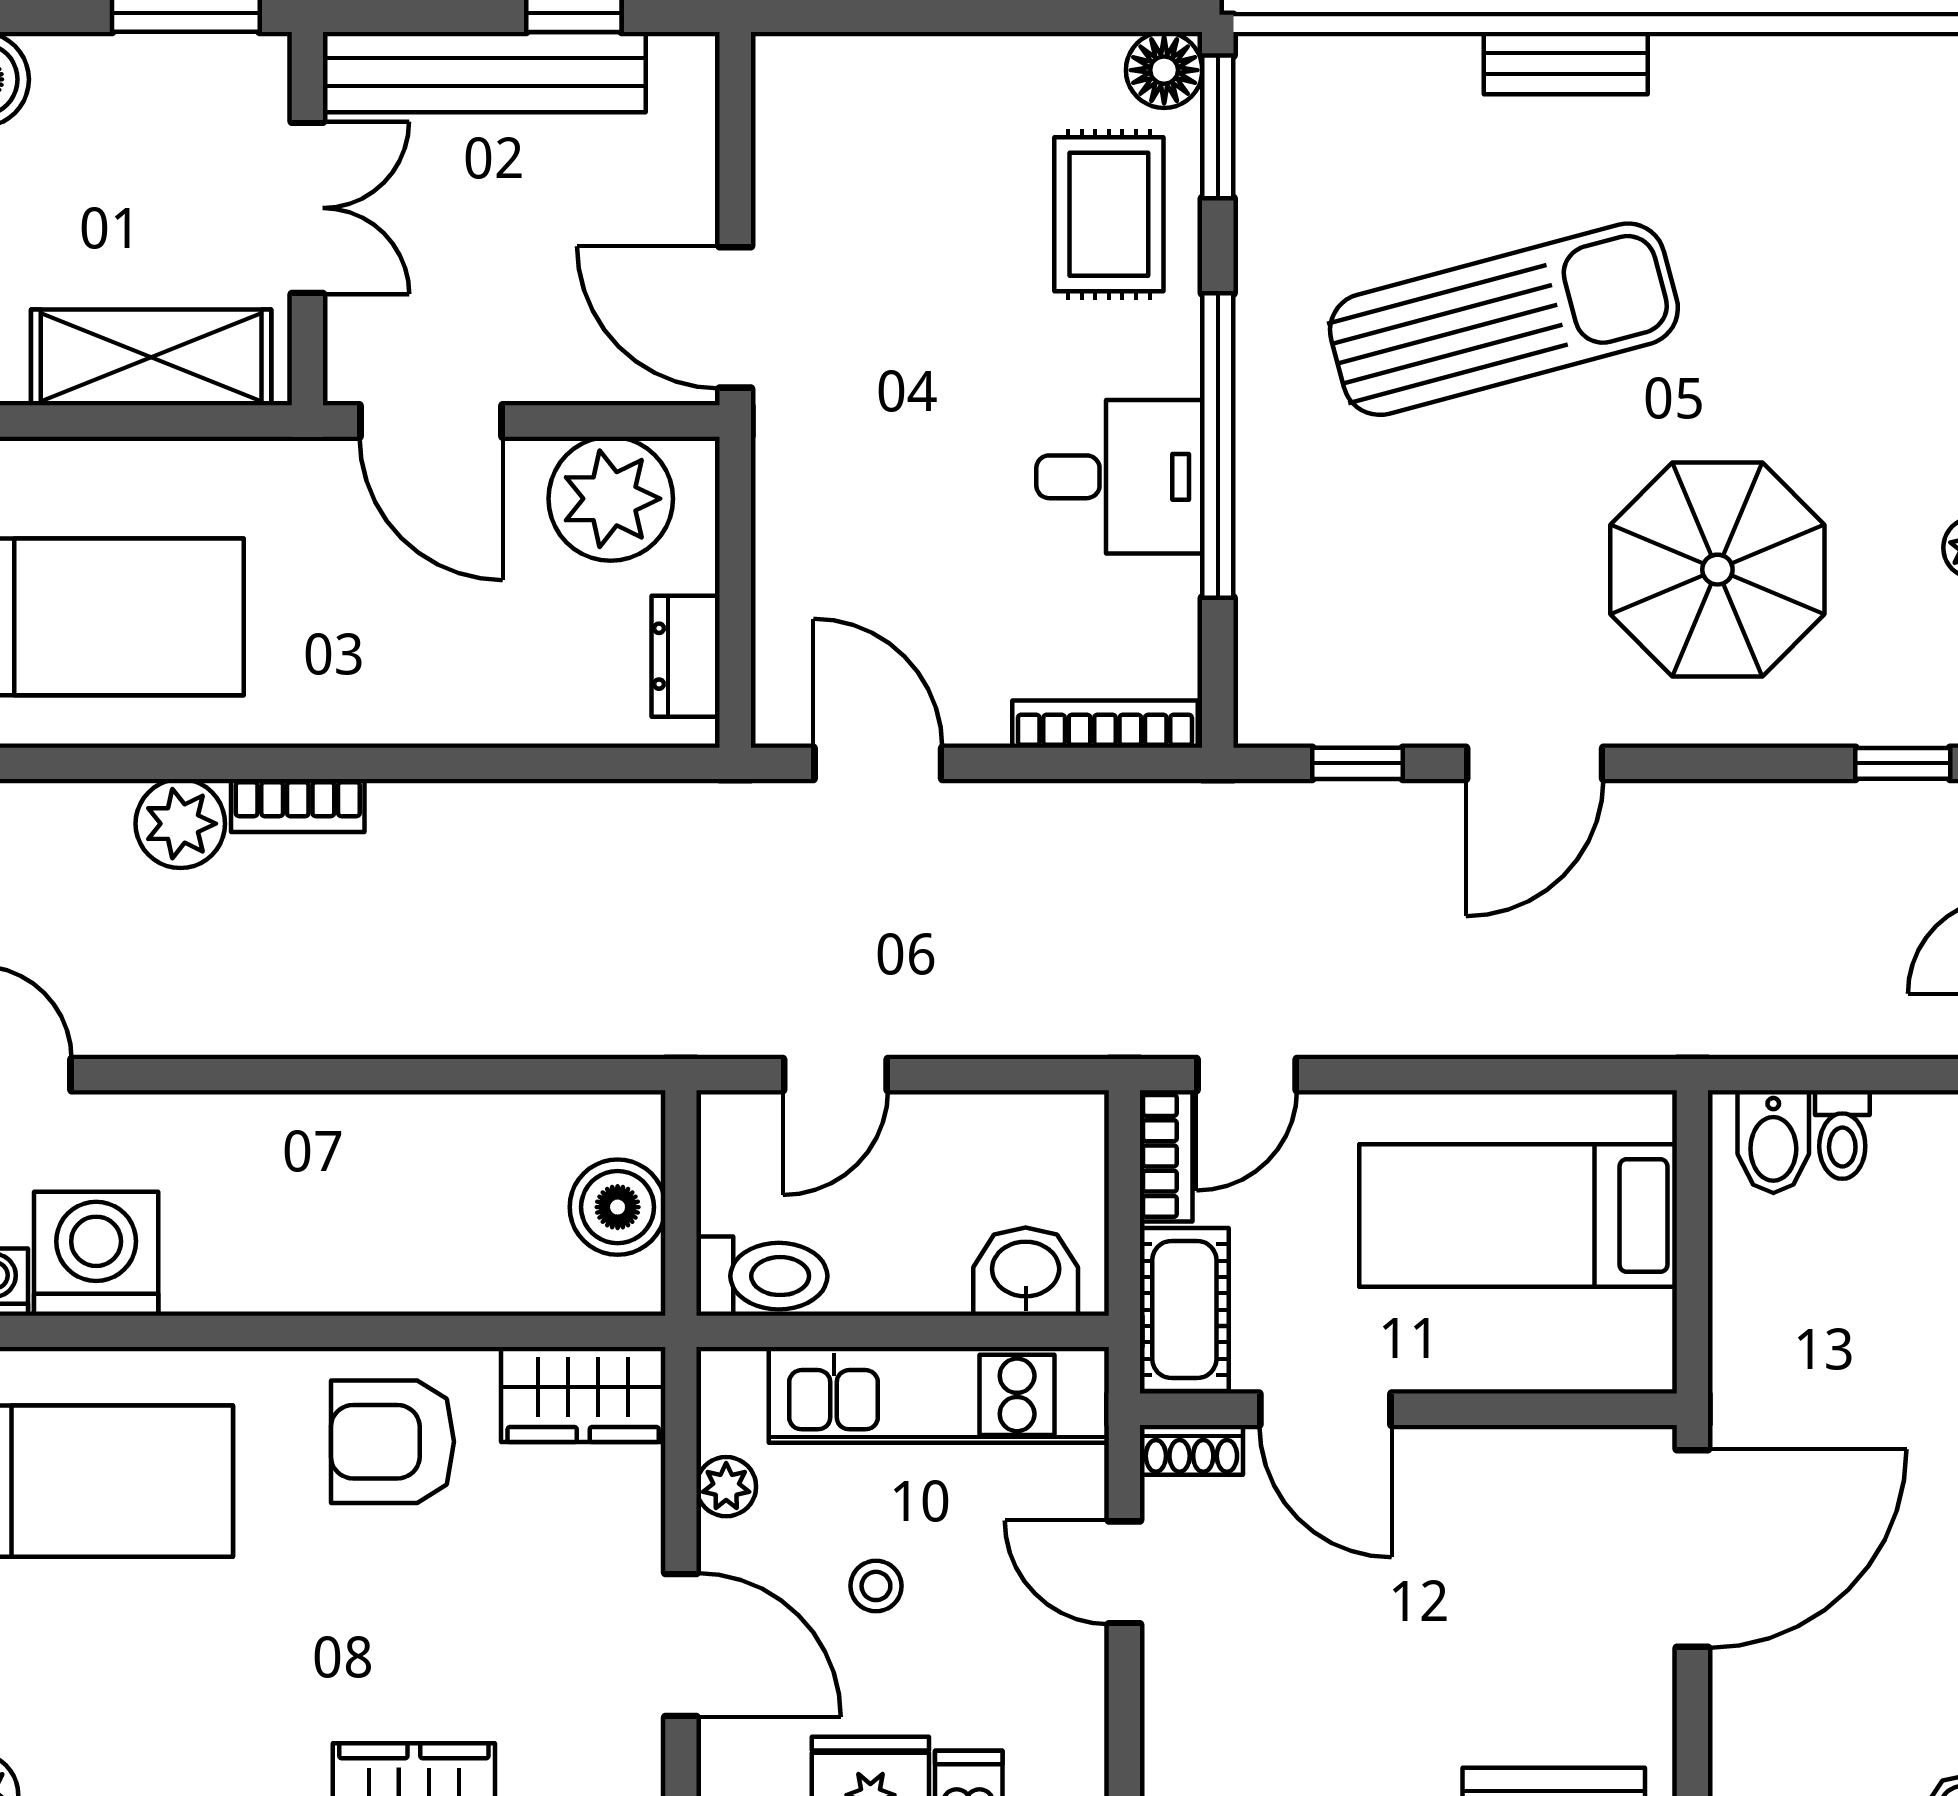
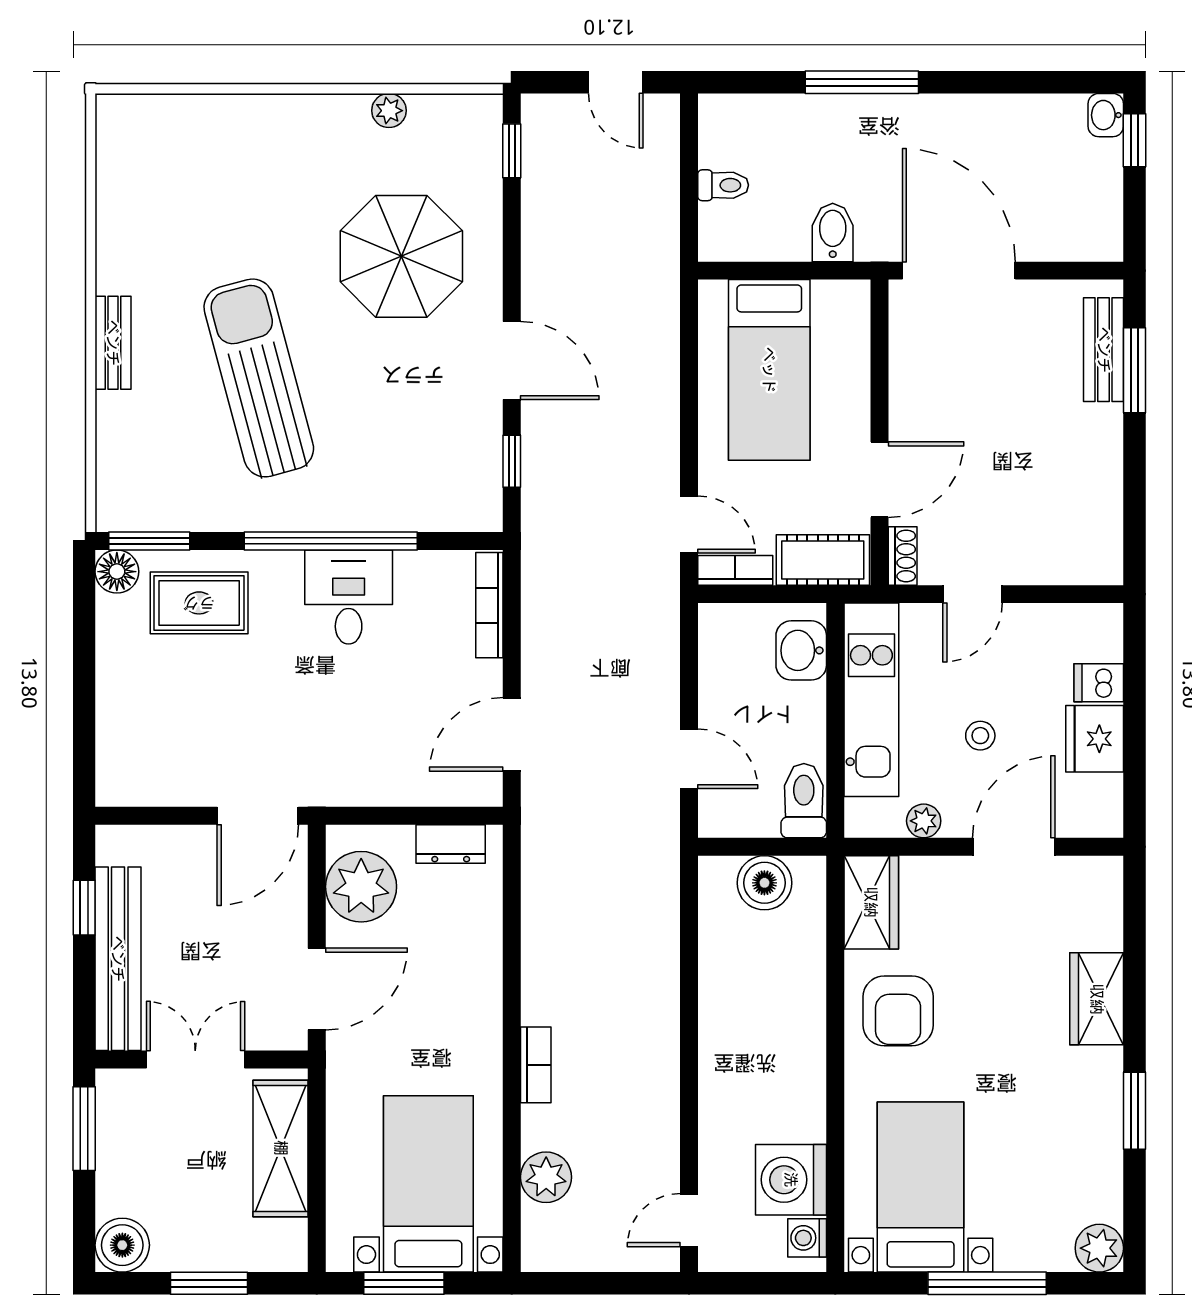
plant: (180, 824) -> (546, 1177), moved
bidet: (1773, 1142) -> (833, 232), moved, turned -90

